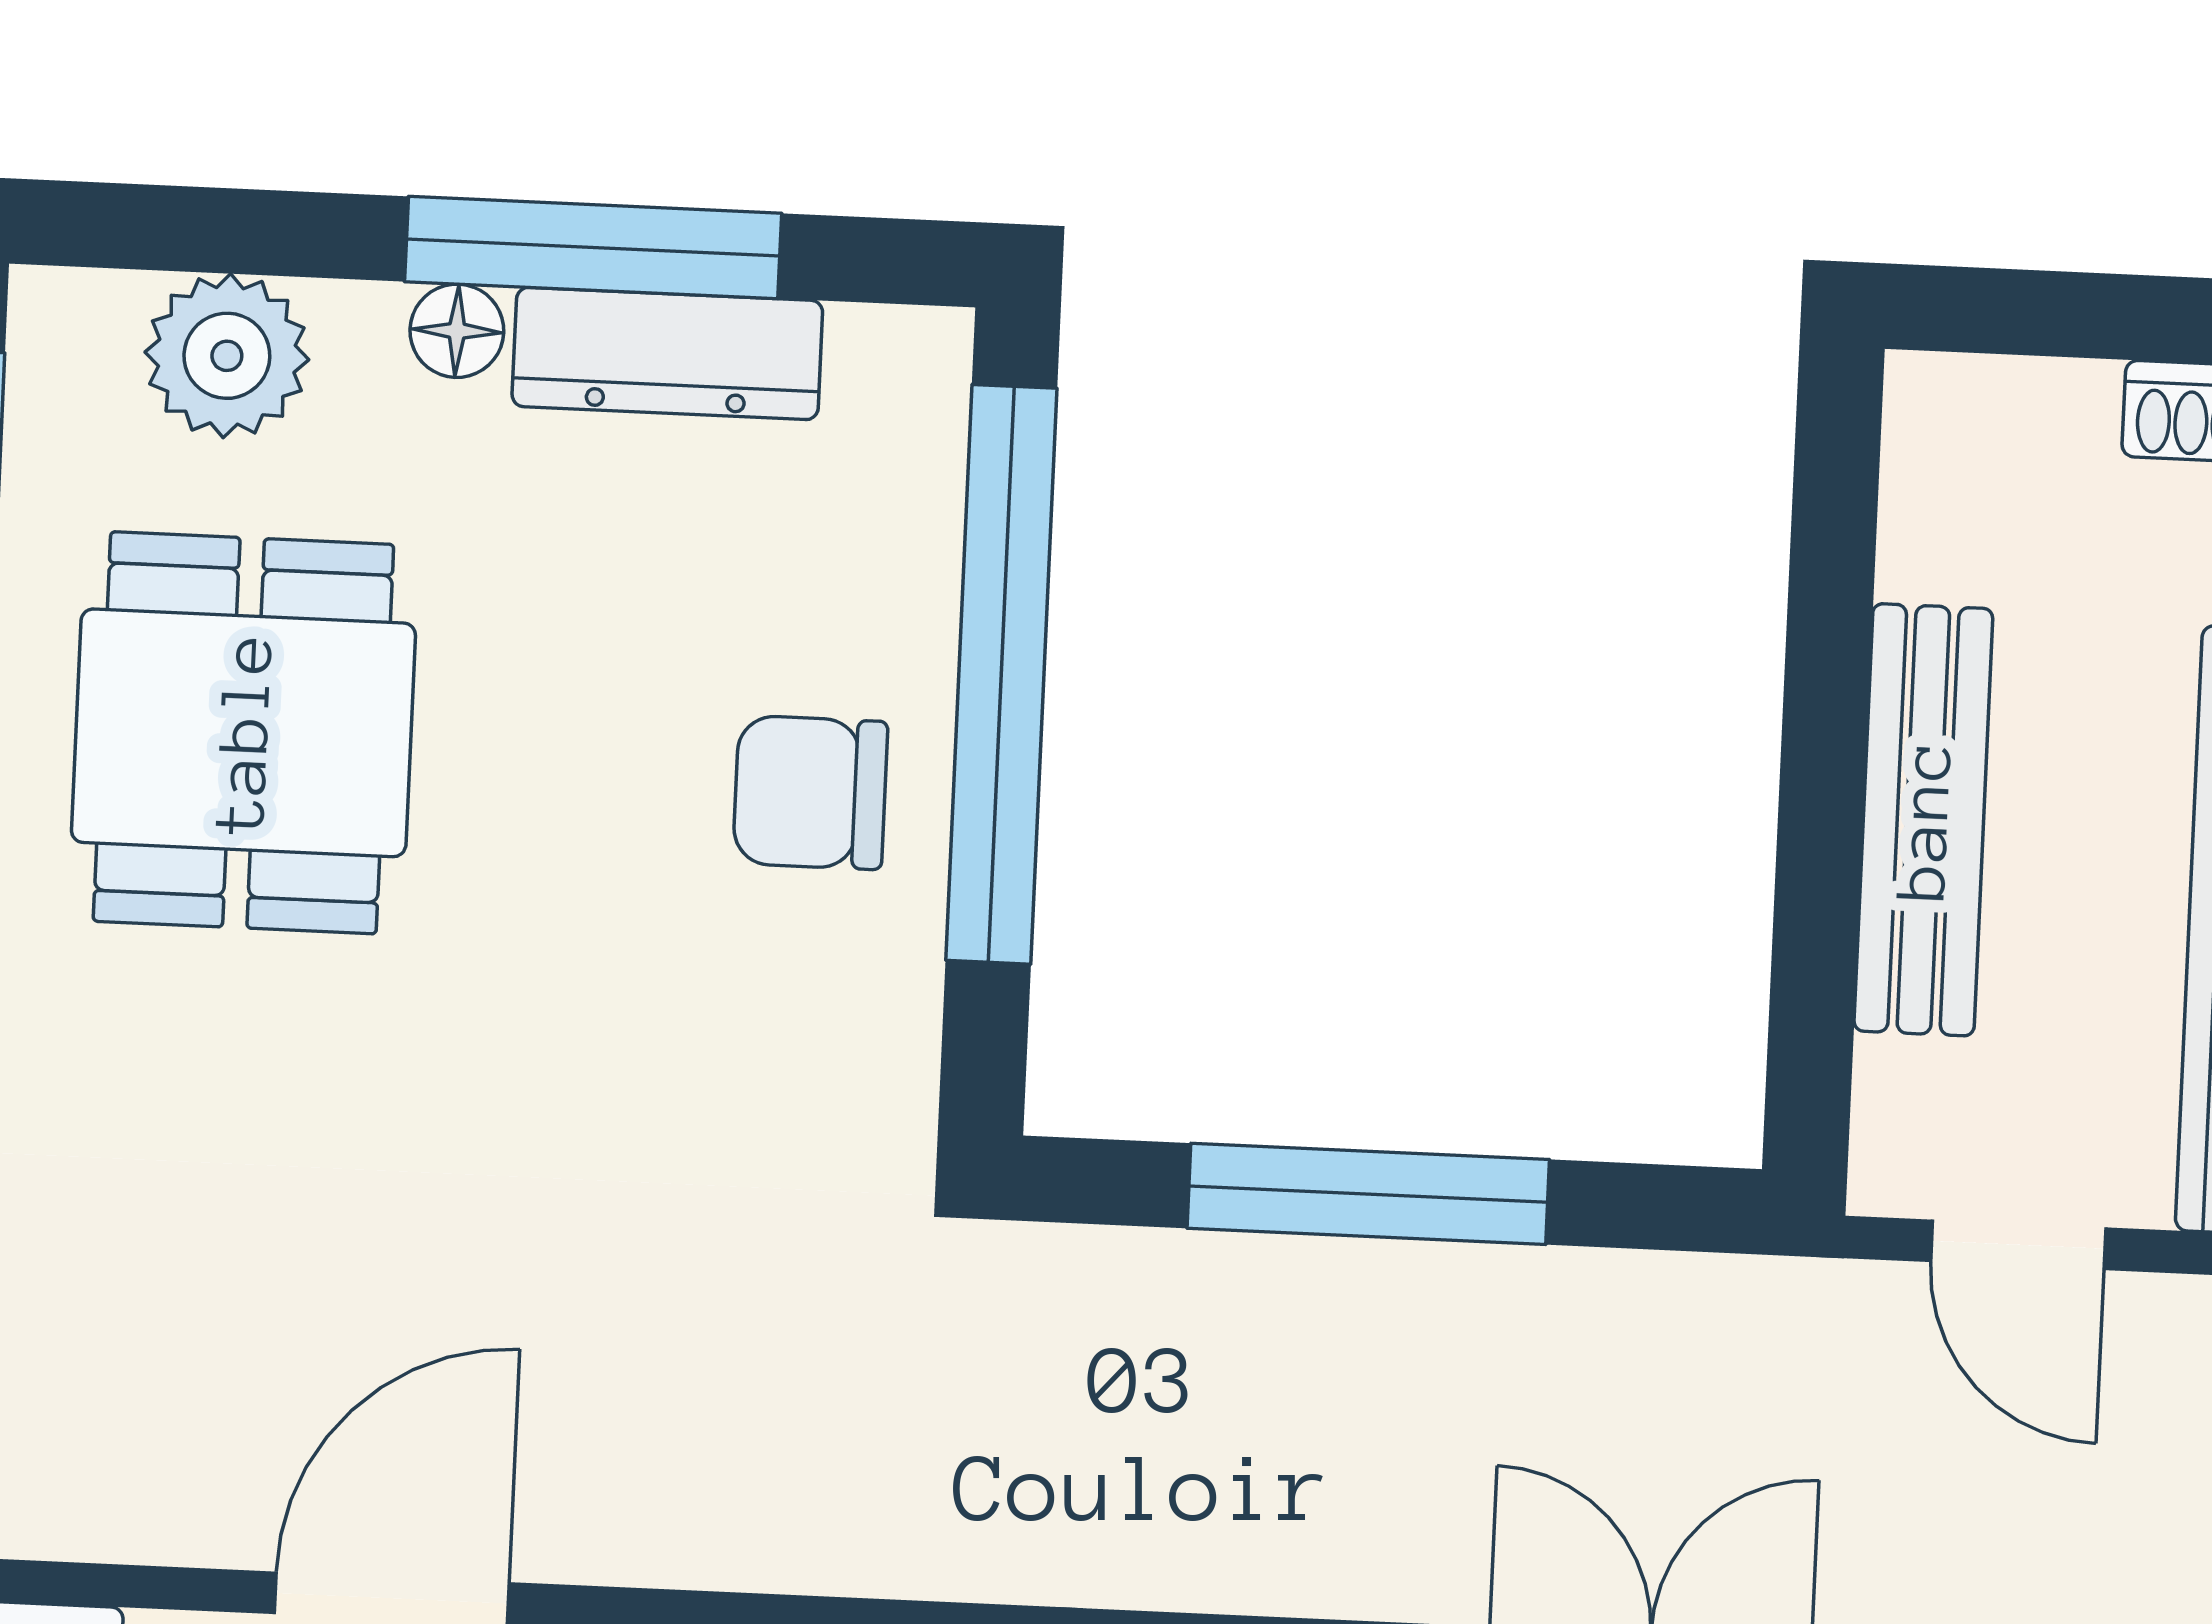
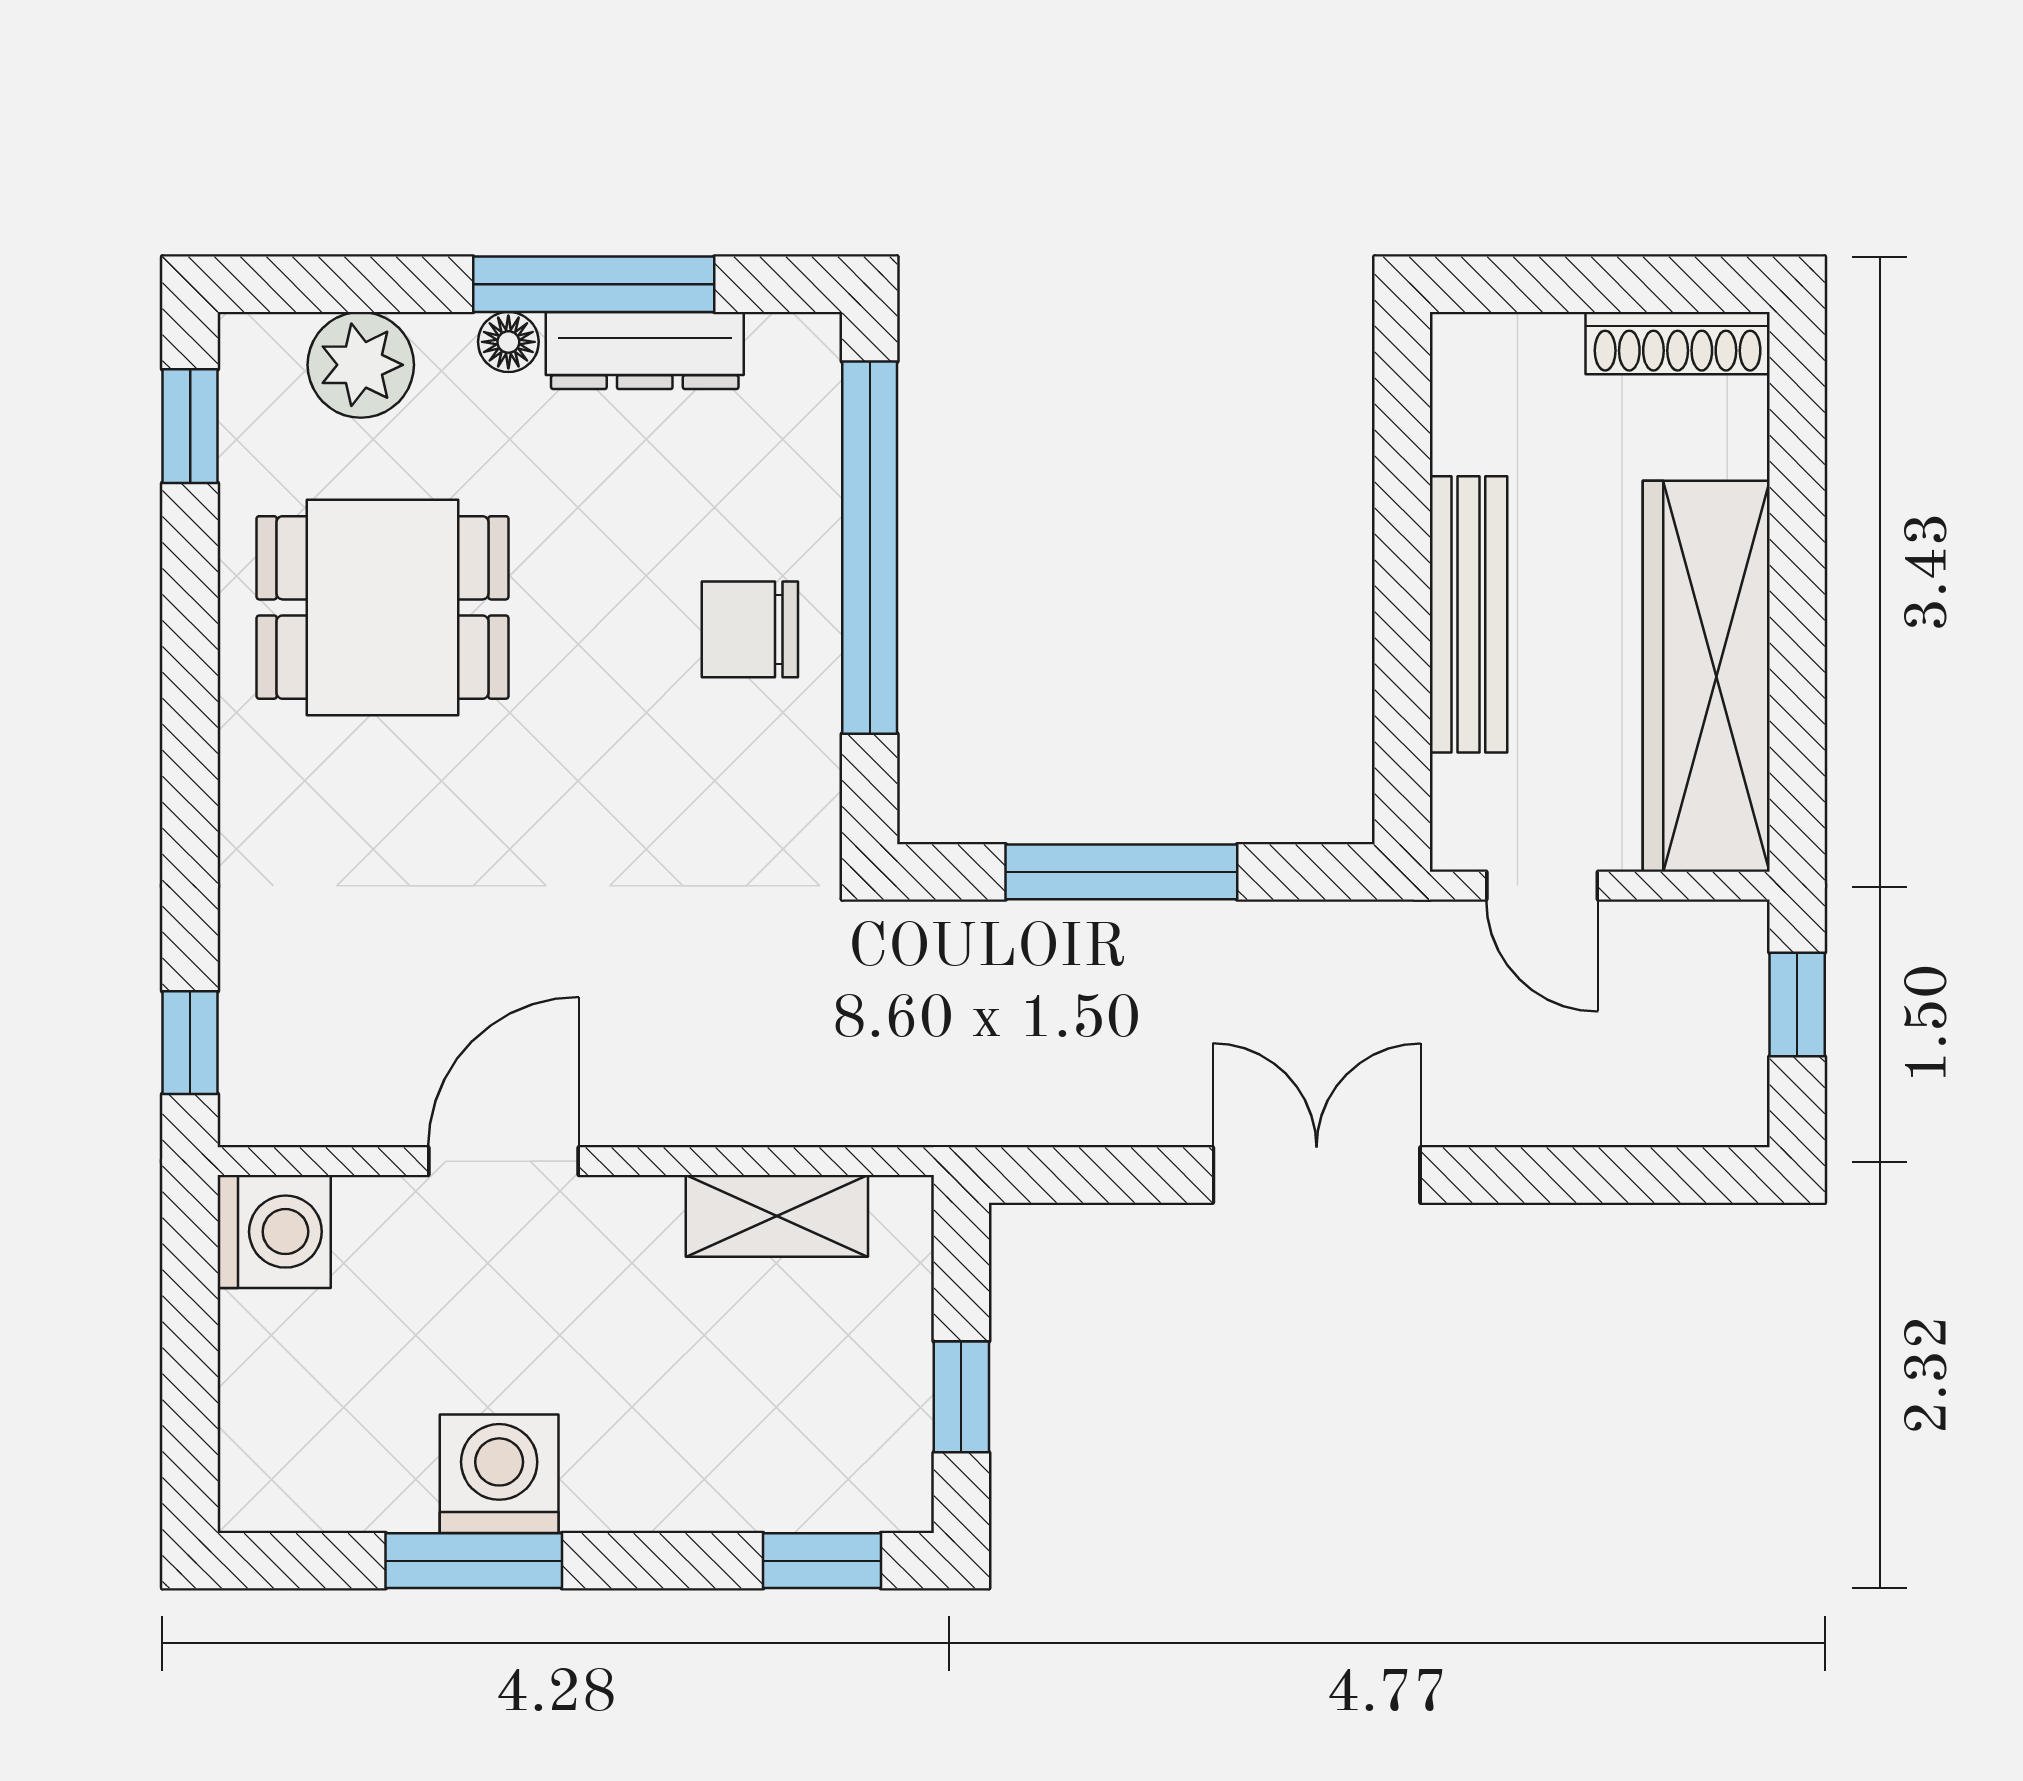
dining table: (243, 733) -> (382, 607), turned 90

